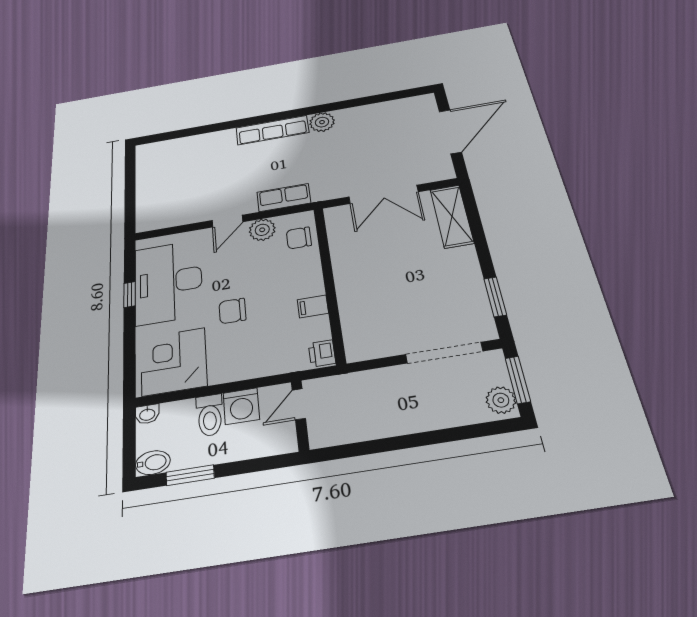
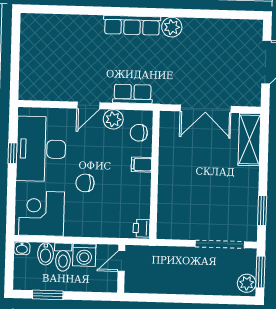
filing cabinet: (313, 306) -> (141, 165), moved
bidet: (153, 463) -> (46, 254), moved, turned 90

